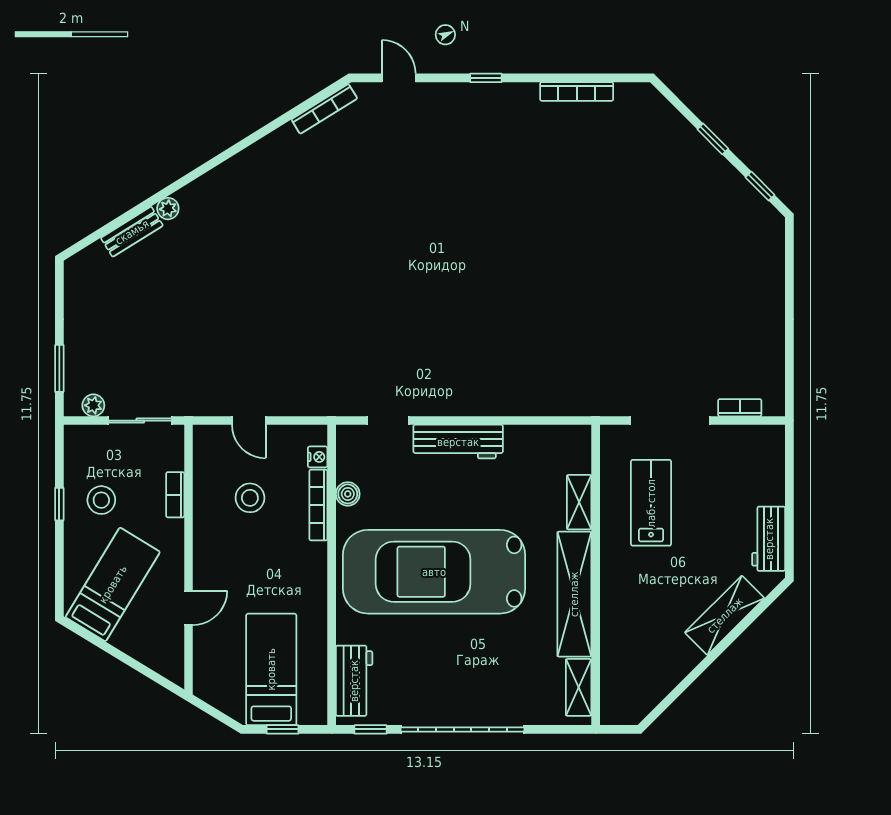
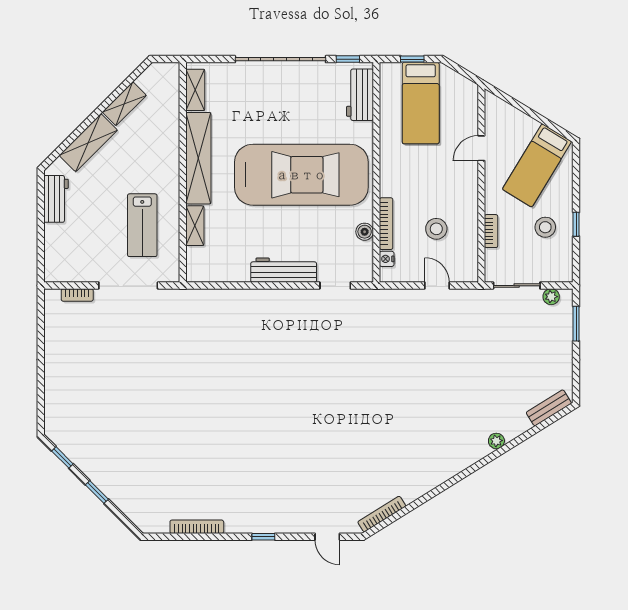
bench: (132, 232) -> (549, 408), moved
shelving: (675, 669) -> (124, 104), added

